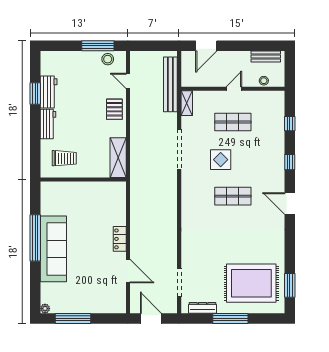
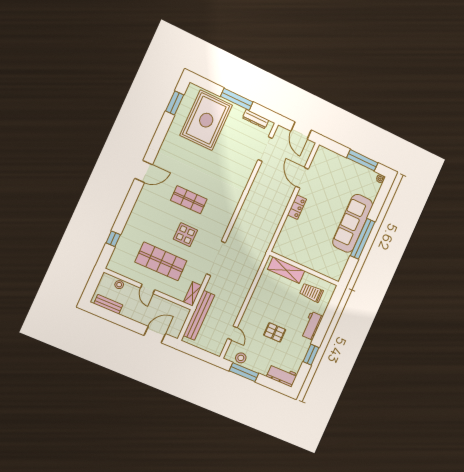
door: (234, 89) -> (148, 289), hinge flipped
workbench: (49, 92) -> (282, 375), moved, turned 90
pallet: (114, 109) -> (275, 332), moved, turned 90
shop shelf: (233, 122) -> (161, 261), width x1.43, depth x1.36
shelving: (118, 158) -> (286, 270), moved, turned 90
window: (290, 162) -> (128, 206), removed
door: (290, 204) -> (144, 171), hinge flipped
rug: (251, 283) -> (206, 120), turned 90

